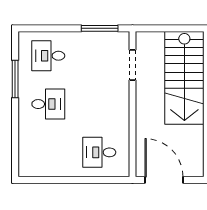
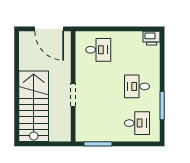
doorway: (132, 65) -> (73, 95), moved
printer: (29, 168) -> (152, 38), added

